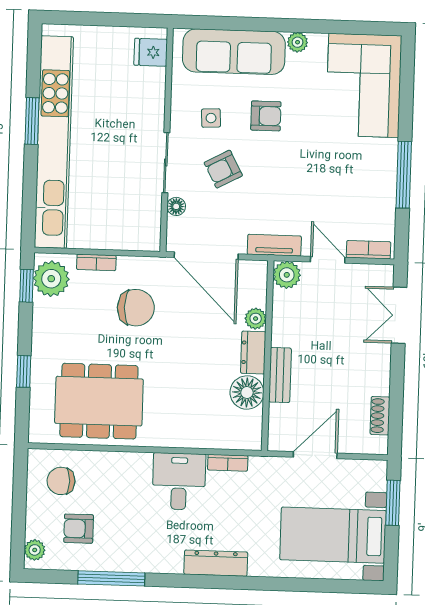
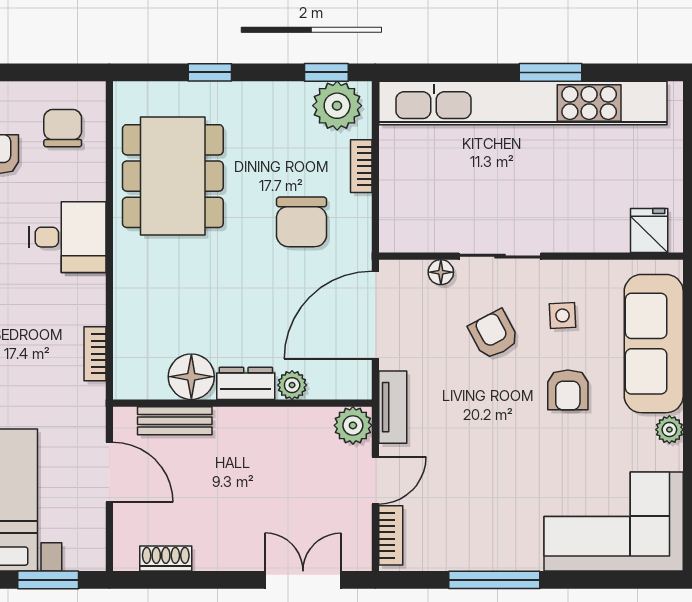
bench: (280, 375) -> (175, 421), moved
desk: (179, 481) -> (68, 237), moved

